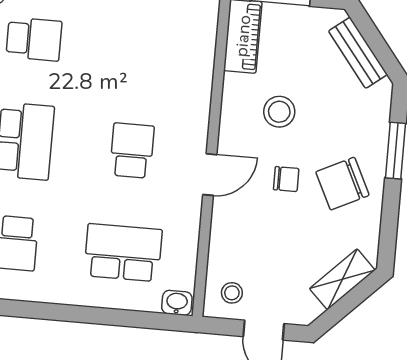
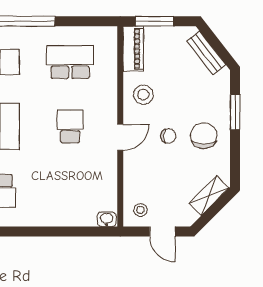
stool: (279, 112) -> (143, 95), moved
chair: (342, 184) -> (204, 136), turned 116
school desk: (123, 253) -> (70, 62), moved

